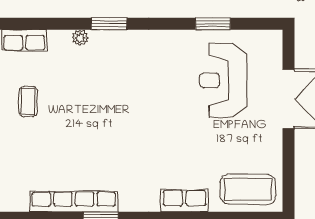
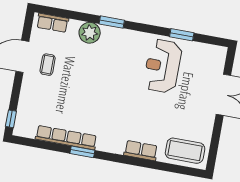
plant: (80, 38) -> (90, 33), width x1.87, depth x1.87
reception desk: (223, 80) -> (163, 66), moved

